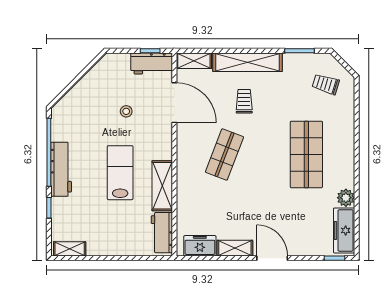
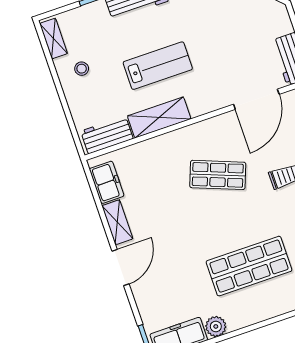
stool: (126, 111) -> (82, 69), moved

